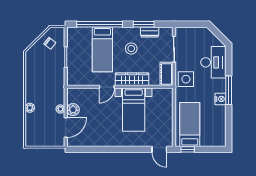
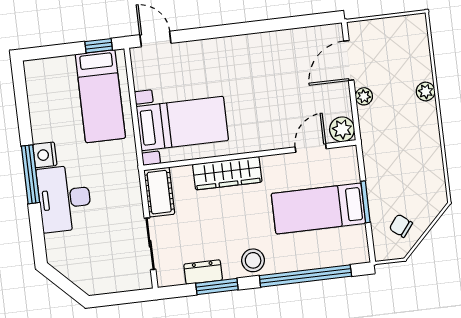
bed: (102, 49) -> (318, 208), moved, turned -90
stool: (131, 49) -> (253, 260), moved
desk: (213, 62) -> (64, 199), moved
side table: (186, 79) -> (119, 186), removed
door: (107, 87) -> (311, 148), moved
plant: (73, 110) -> (342, 129), moved
bed with nightstands: (134, 110) -> (182, 123), moved, turned 90

